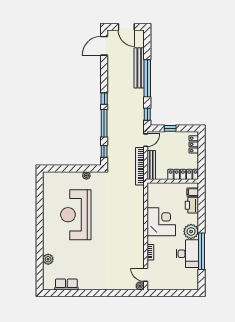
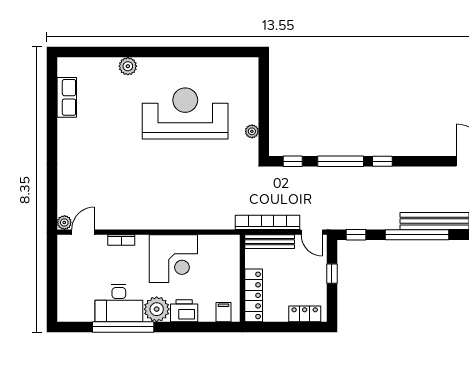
printer: (192, 205) -> (184, 311), moved
plant: (48, 259) -> (128, 66), moved

